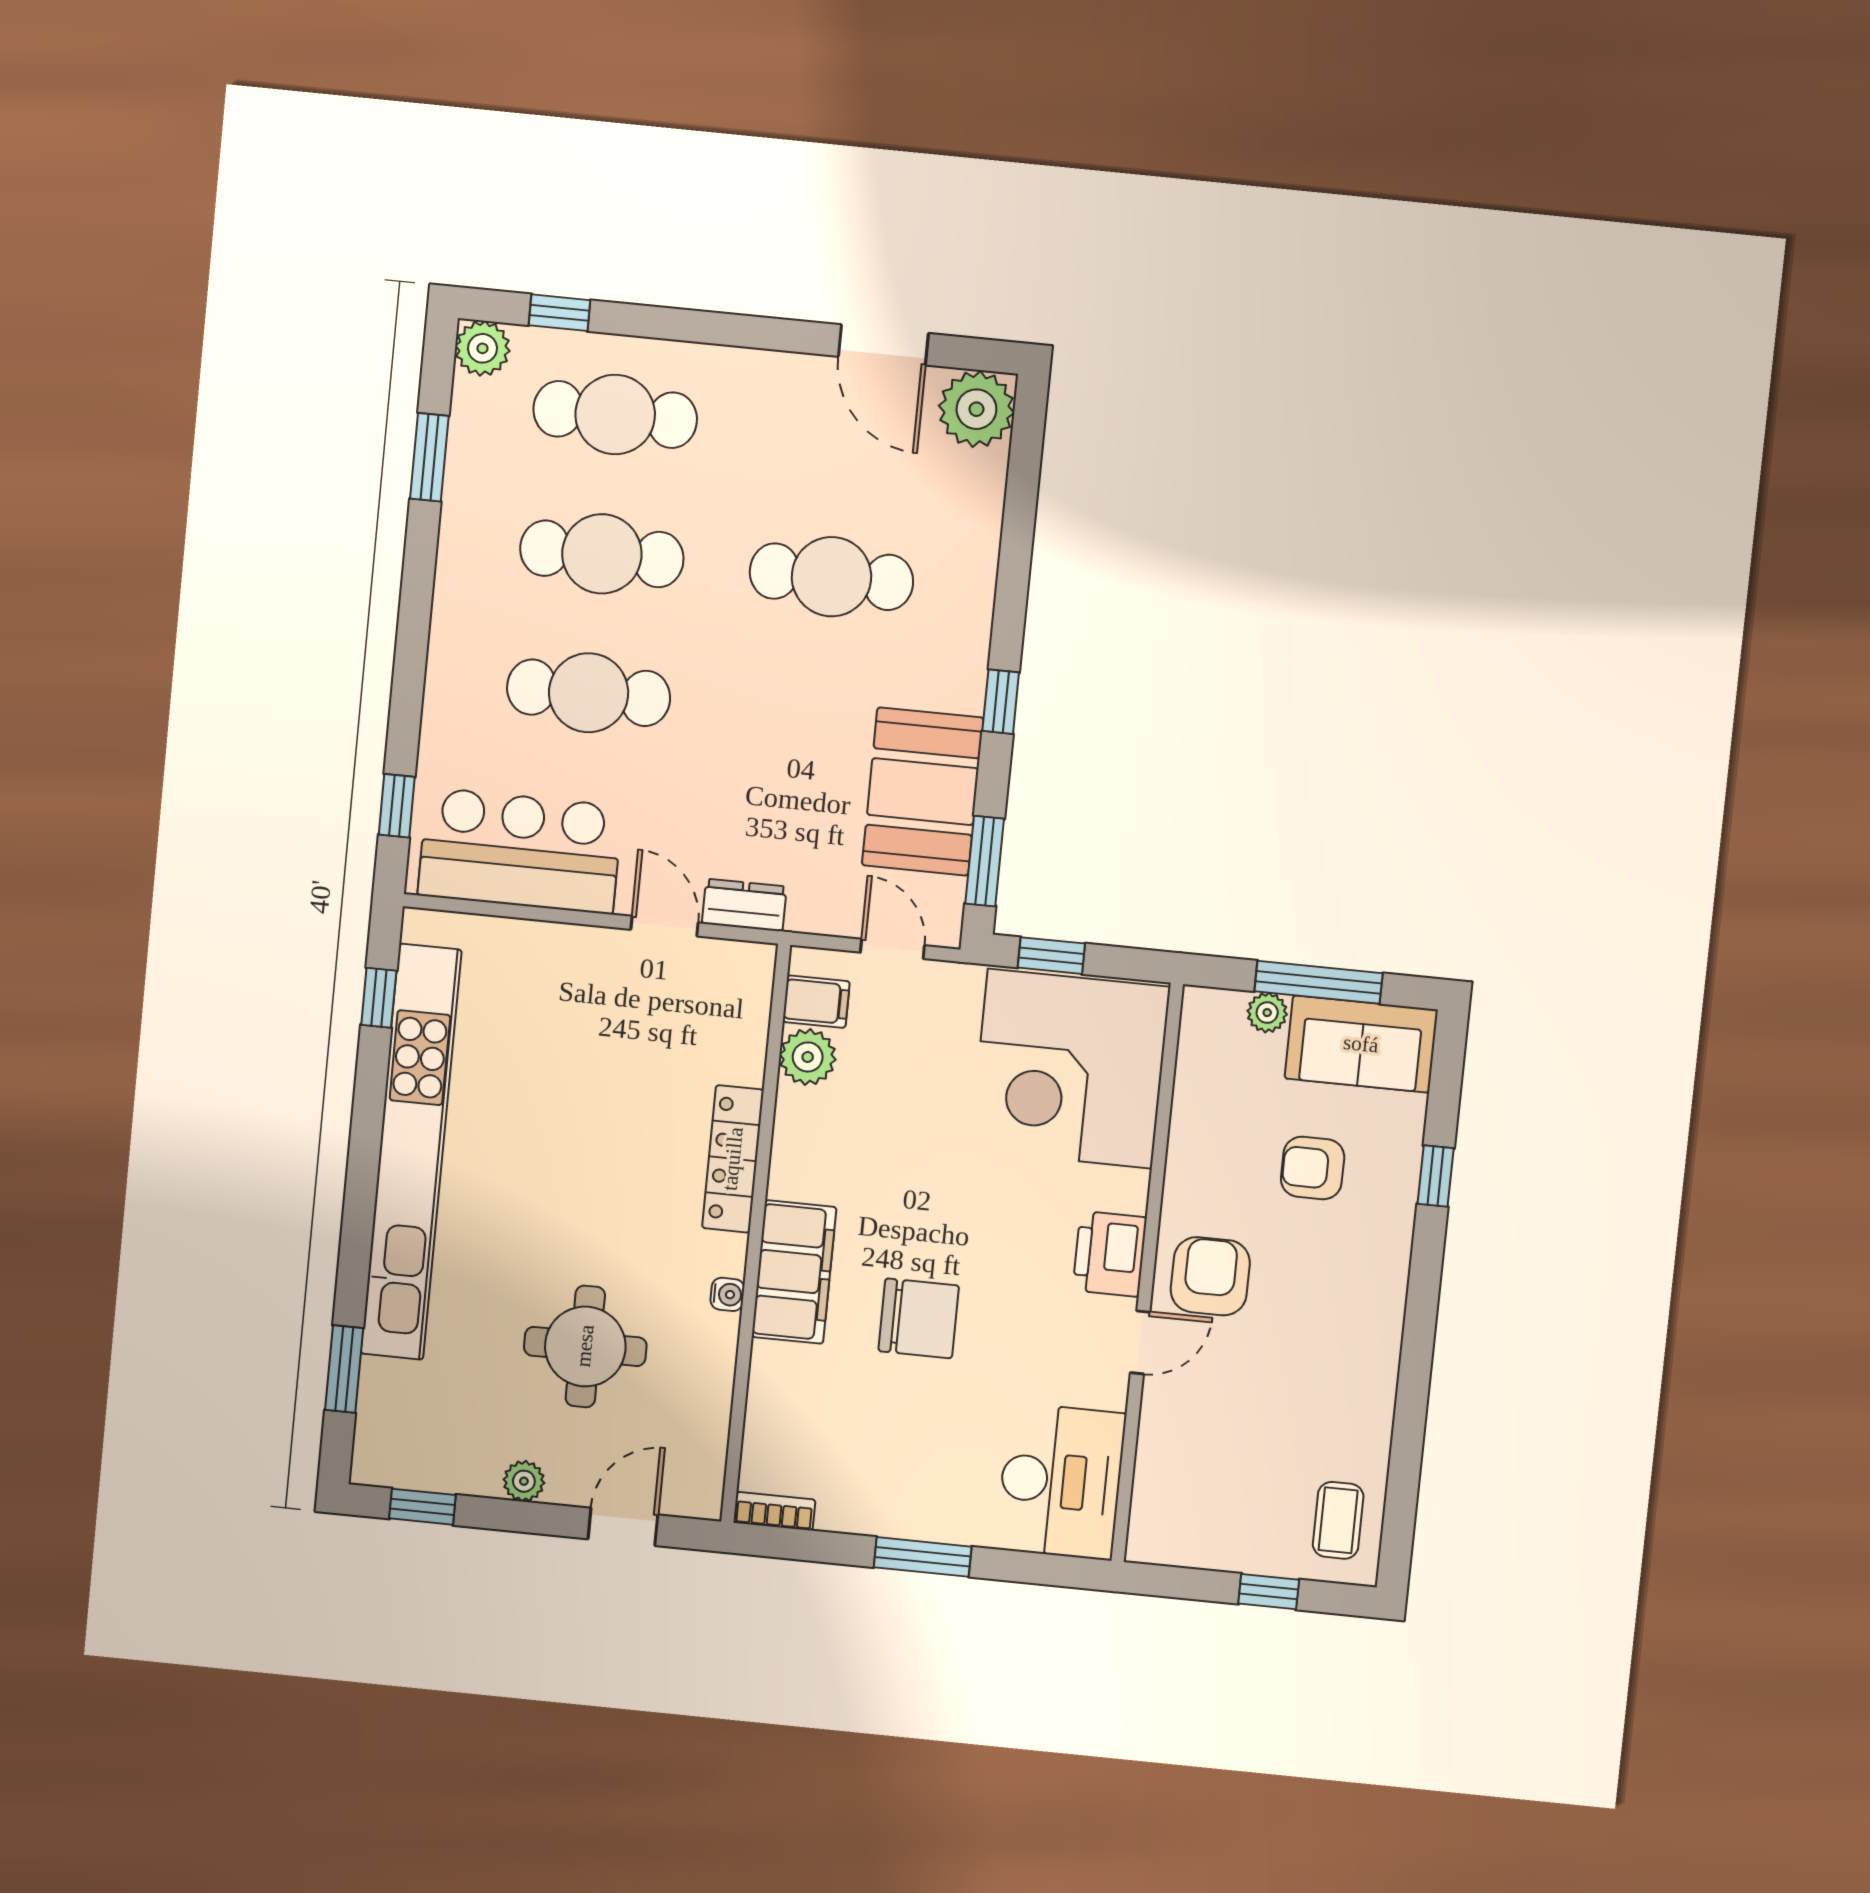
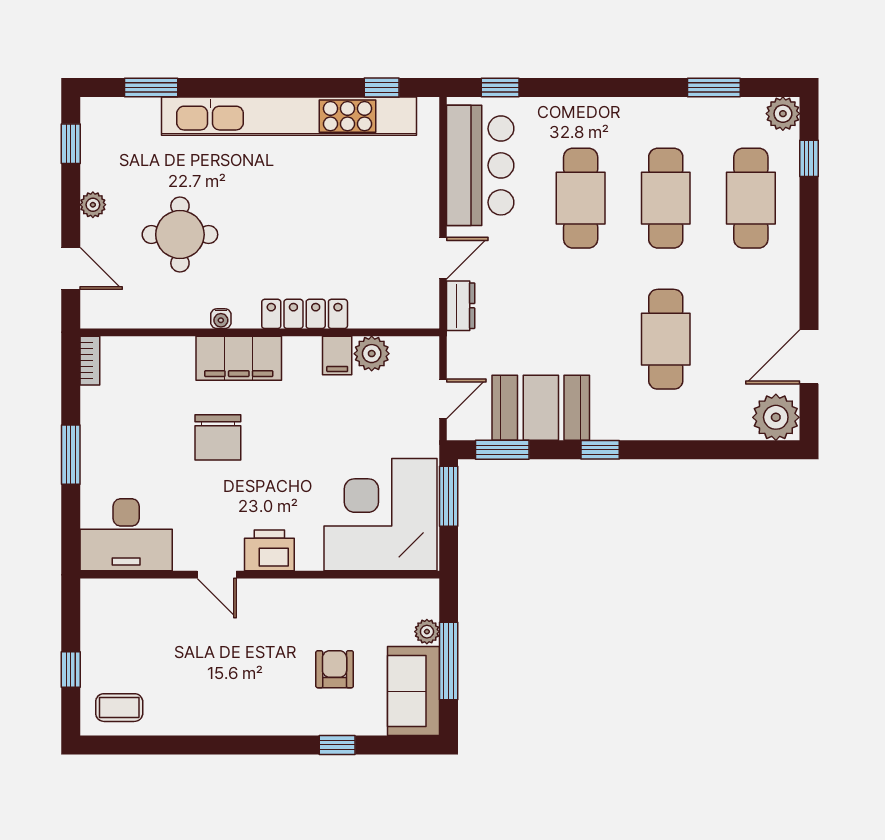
window: (1051, 956) -> (449, 496), width x1.50
filing cabinet: (816, 1002) -> (337, 355), moved
armchair: (1210, 1276) -> (262, 614), removed

